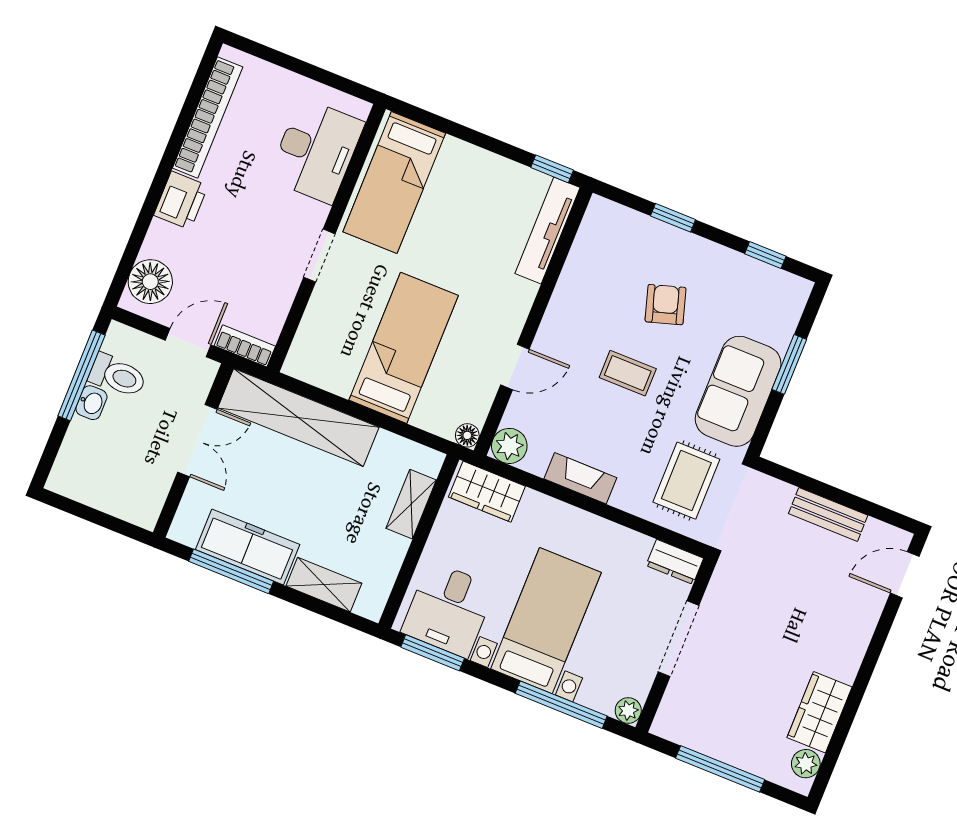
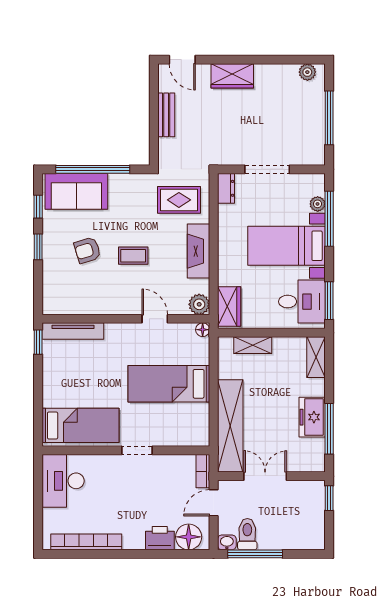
desk: (316, 151) -> (63, 481), moved, turned -90
printer: (181, 200) -> (160, 538), moved
window: (673, 218) -> (38, 247), moved
door: (188, 343) -> (214, 503), hinge flipped
window: (789, 364) -> (93, 169), width x2.11
coffee table: (628, 373) -> (133, 256), turned 90
sofa: (738, 391) -> (76, 191), moved
washbasin: (91, 403) -> (227, 542), moved
fireplace: (580, 478) -> (198, 251), width x1.37, depth x1.32
window: (122, 527) -> (329, 498), added
freezer: (248, 547) -> (312, 417), width x0.71
shelving: (324, 585) -> (316, 357), moved
plant: (628, 711) -> (318, 204), moved
wardrobe: (820, 712) -> (232, 76), moved

